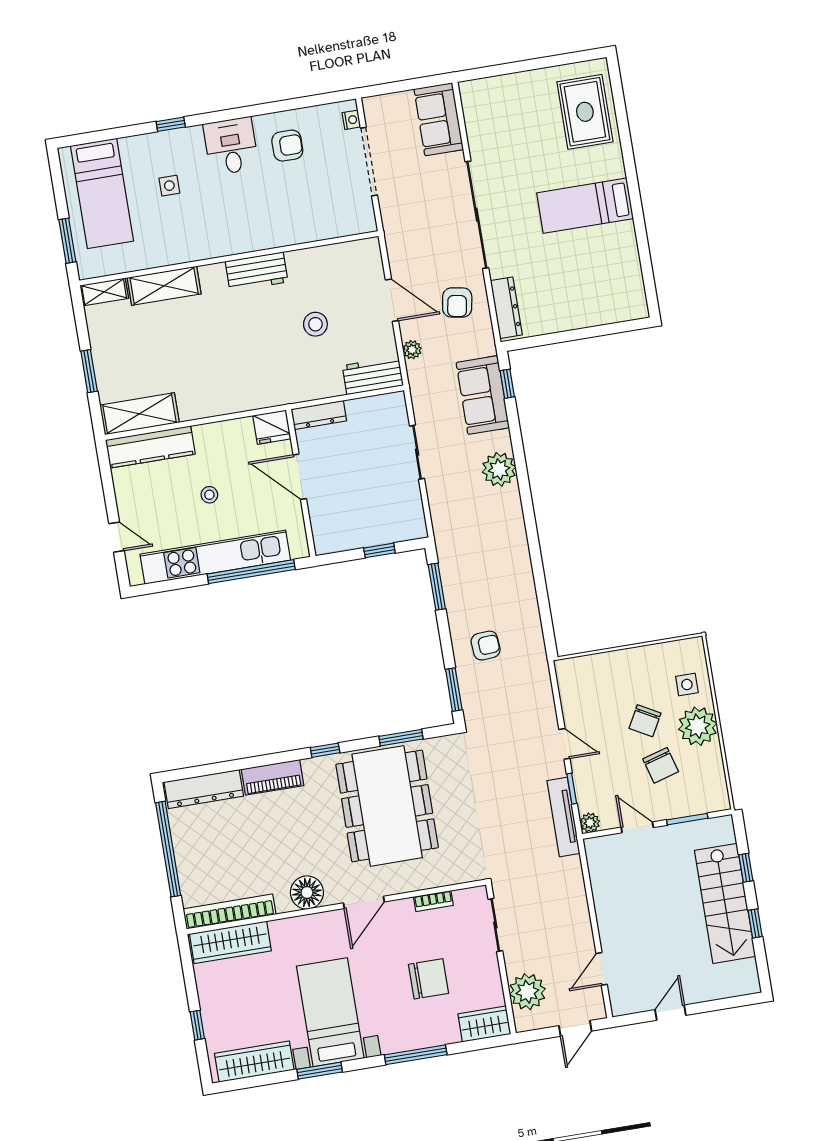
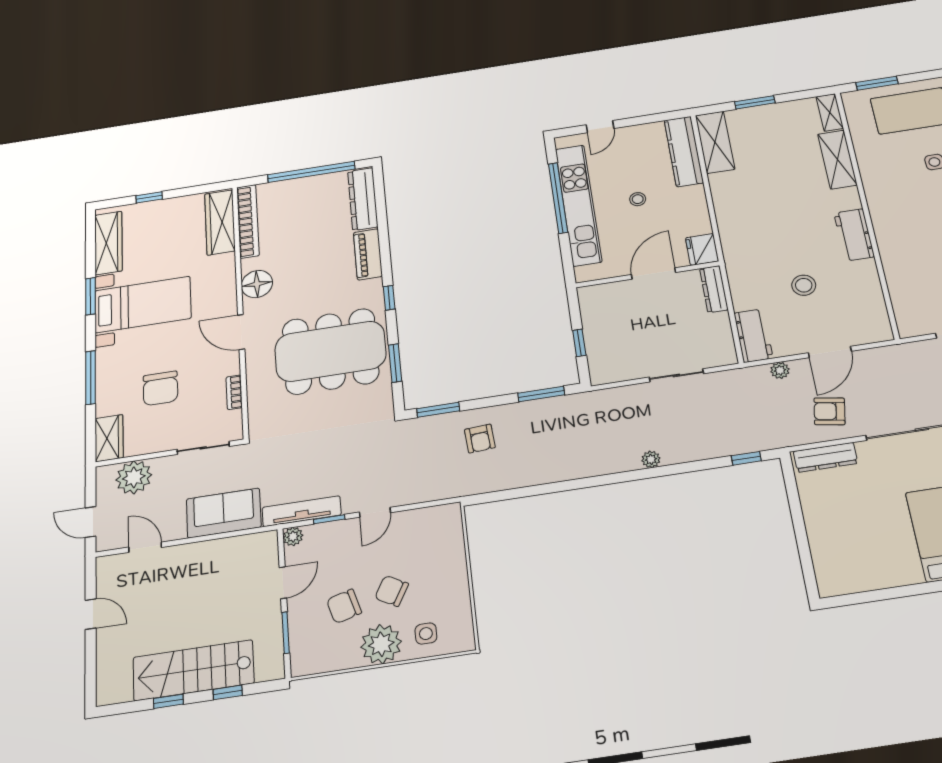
sofa: (483, 395) -> (224, 513), moved
plant: (499, 469) -> (651, 459), width x0.53, depth x0.53
window: (251, 572) -> (558, 198), moved

